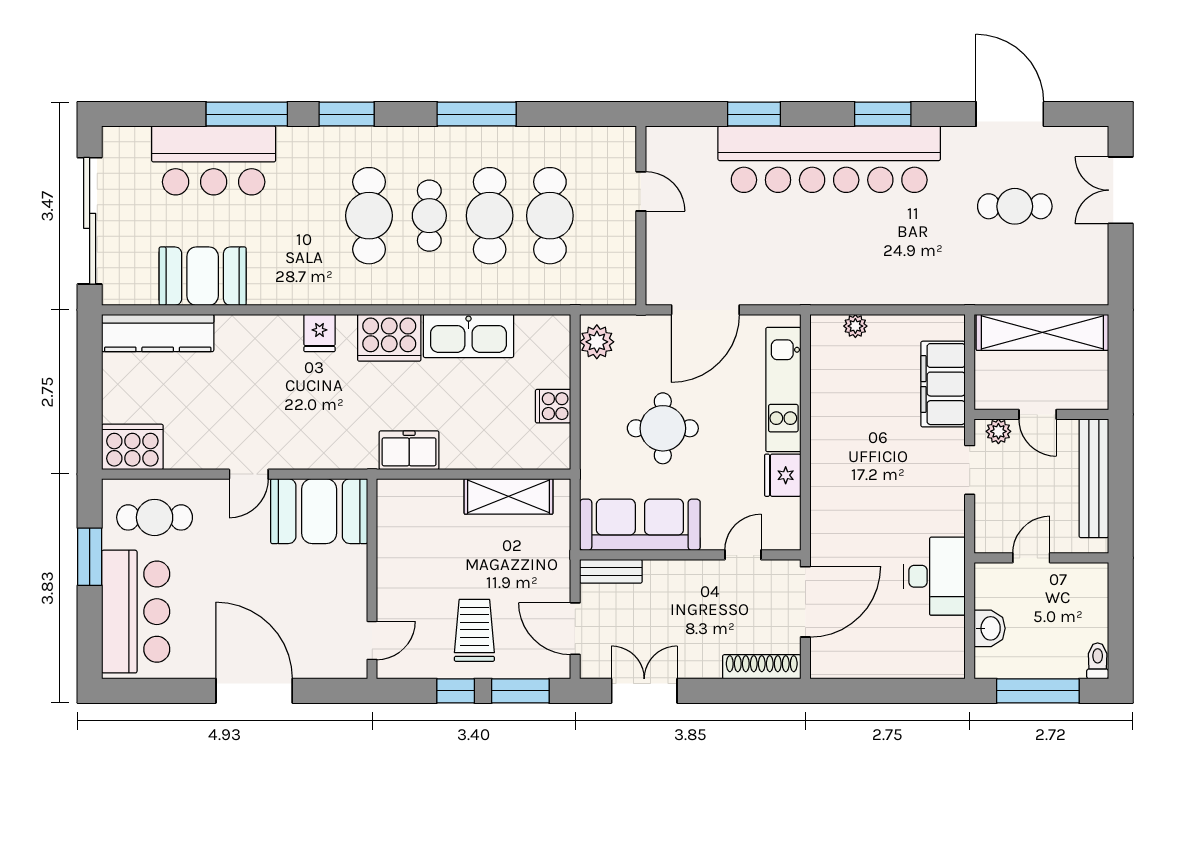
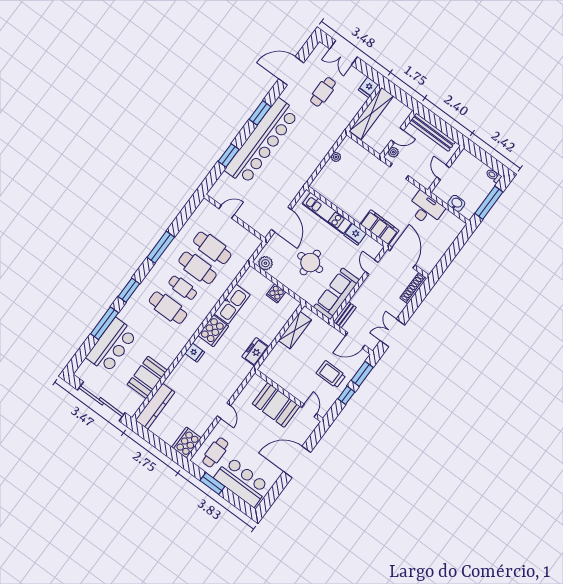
fridge: (1089, 289) -> (368, 87), added
plant: (855, 326) -> (336, 157), moved
filing cabinet: (943, 384) -> (380, 227), moved, turned 180
booth: (319, 511) -> (276, 405), moved, turned 90

